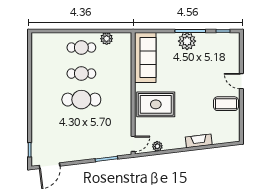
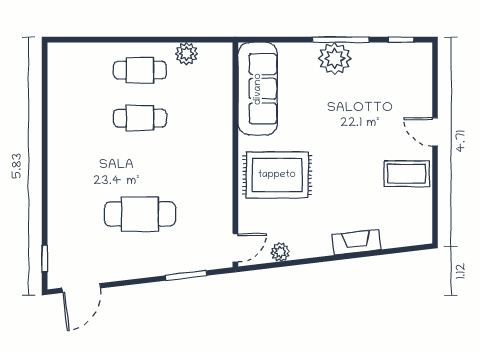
cafe table: (81, 100) -> (140, 214), moved

